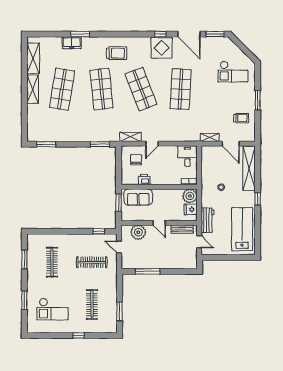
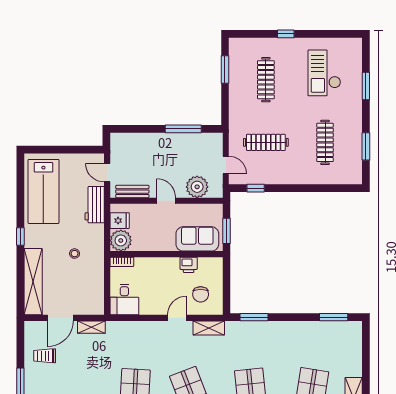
door: (231, 144) -> (60, 318), swing flipped
checkout: (52, 309) -> (324, 73), turned -90

